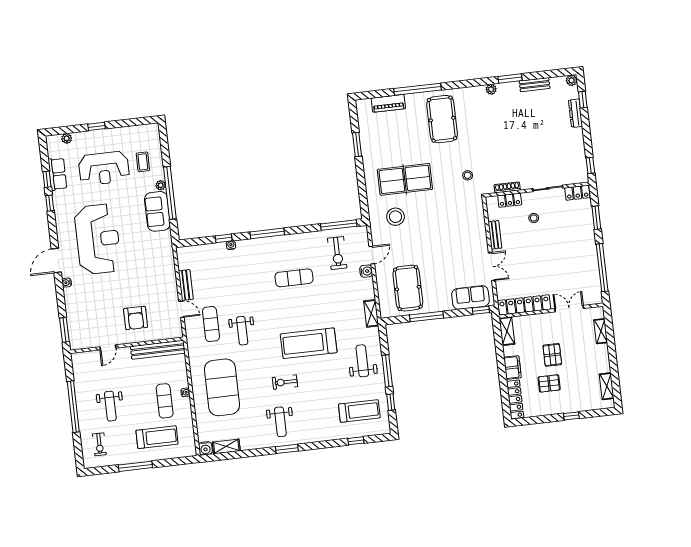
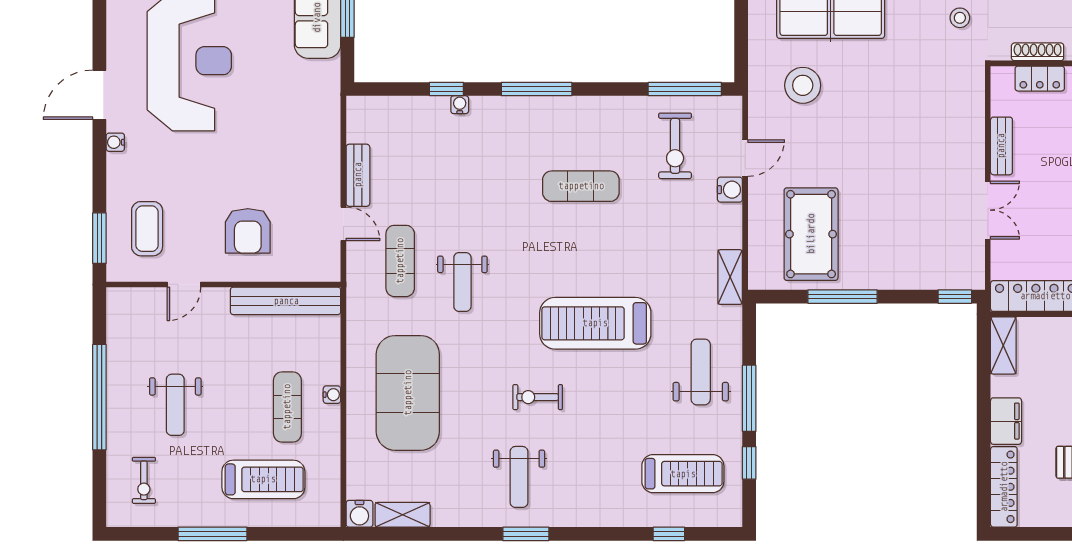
sofa: (470, 297) -> (937, 268), removed
coffee table: (87, 323) -> (147, 229), added

